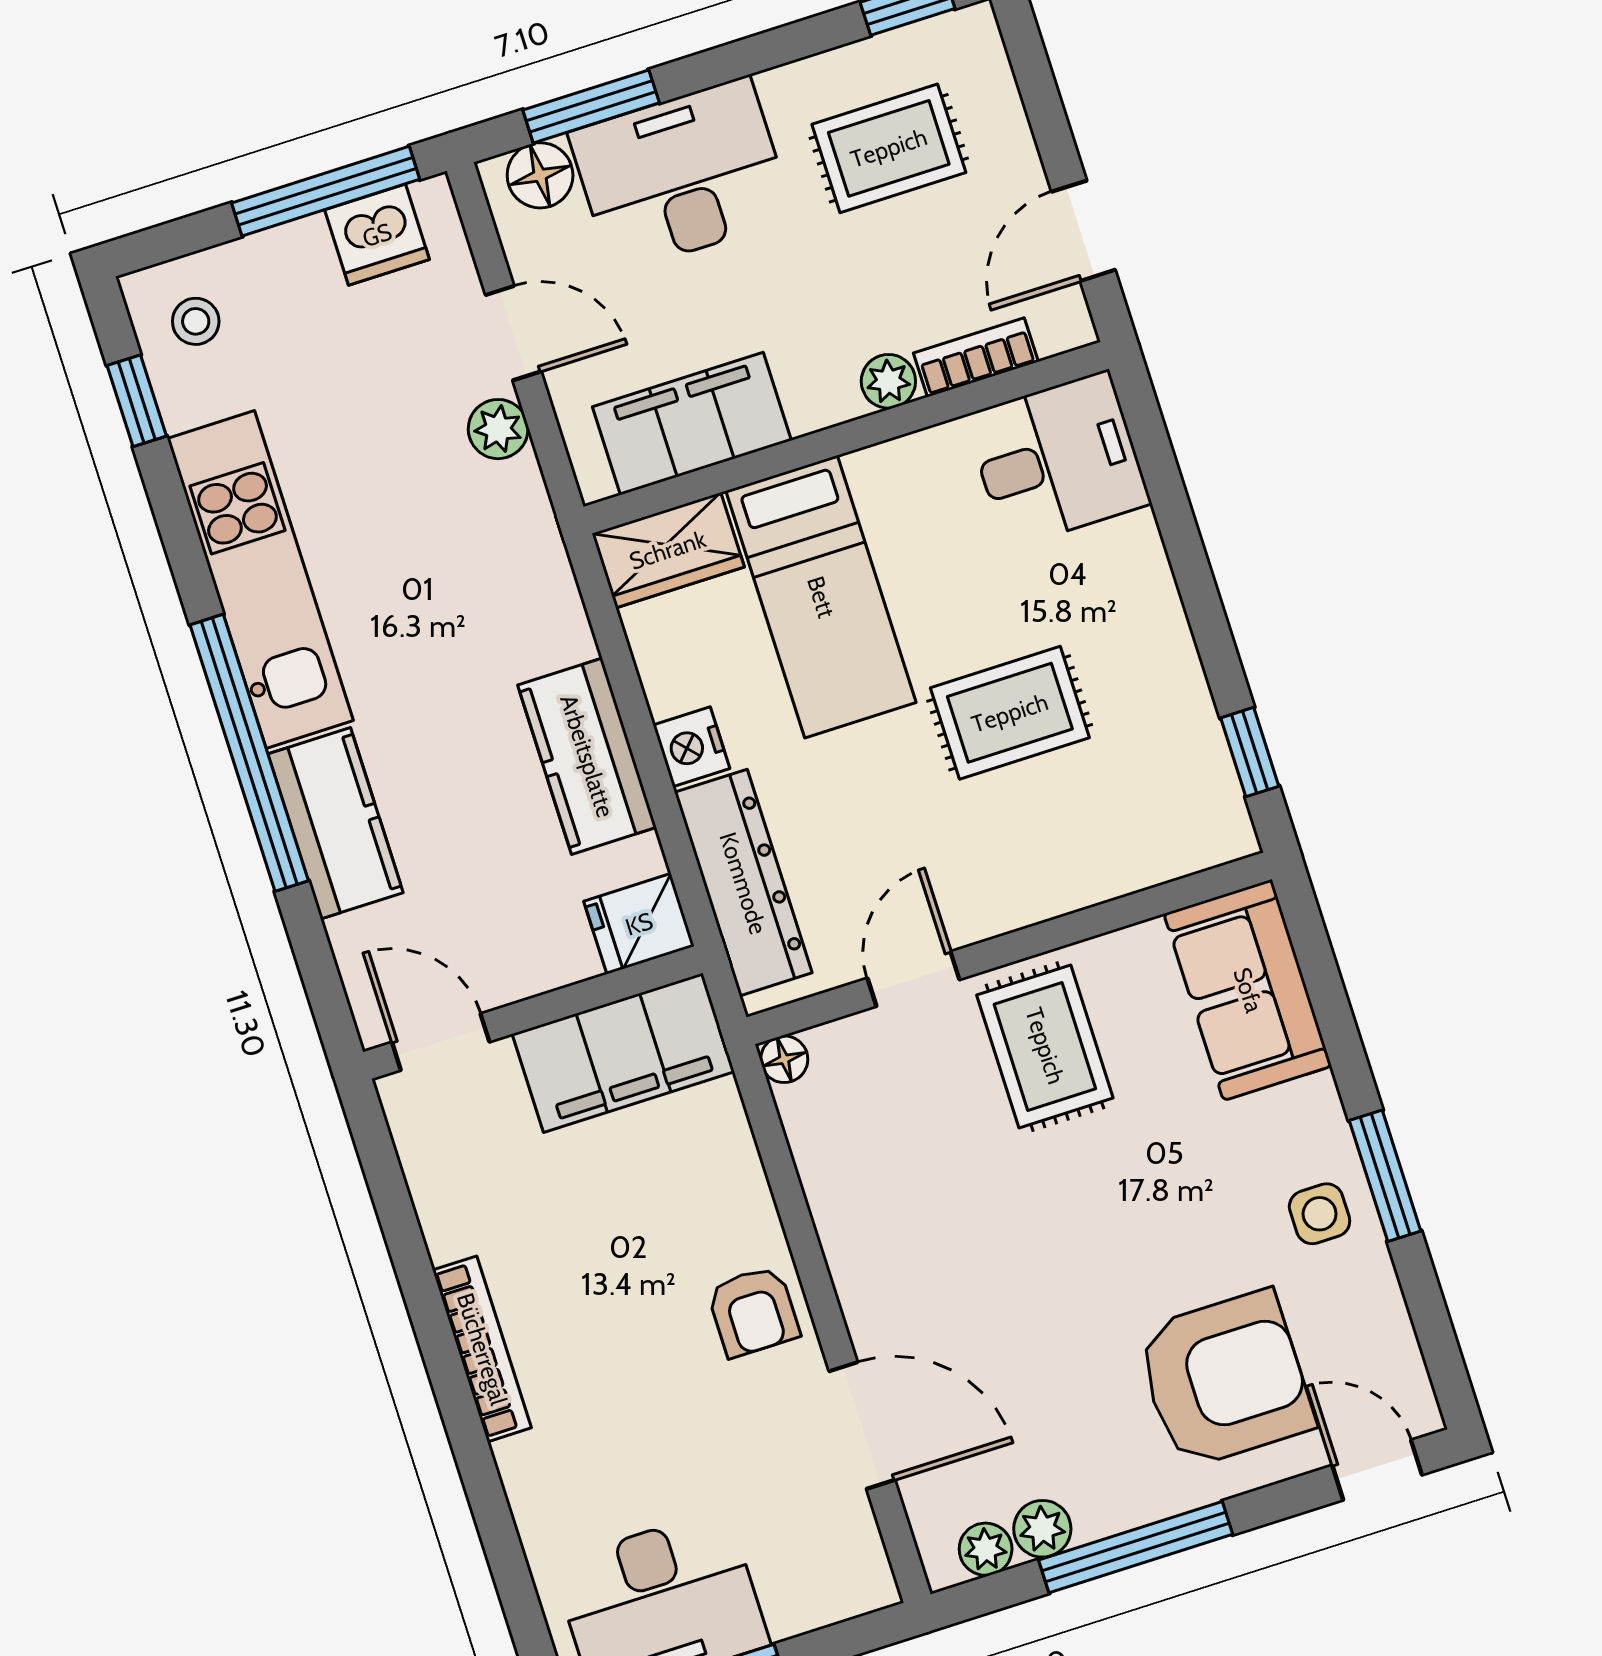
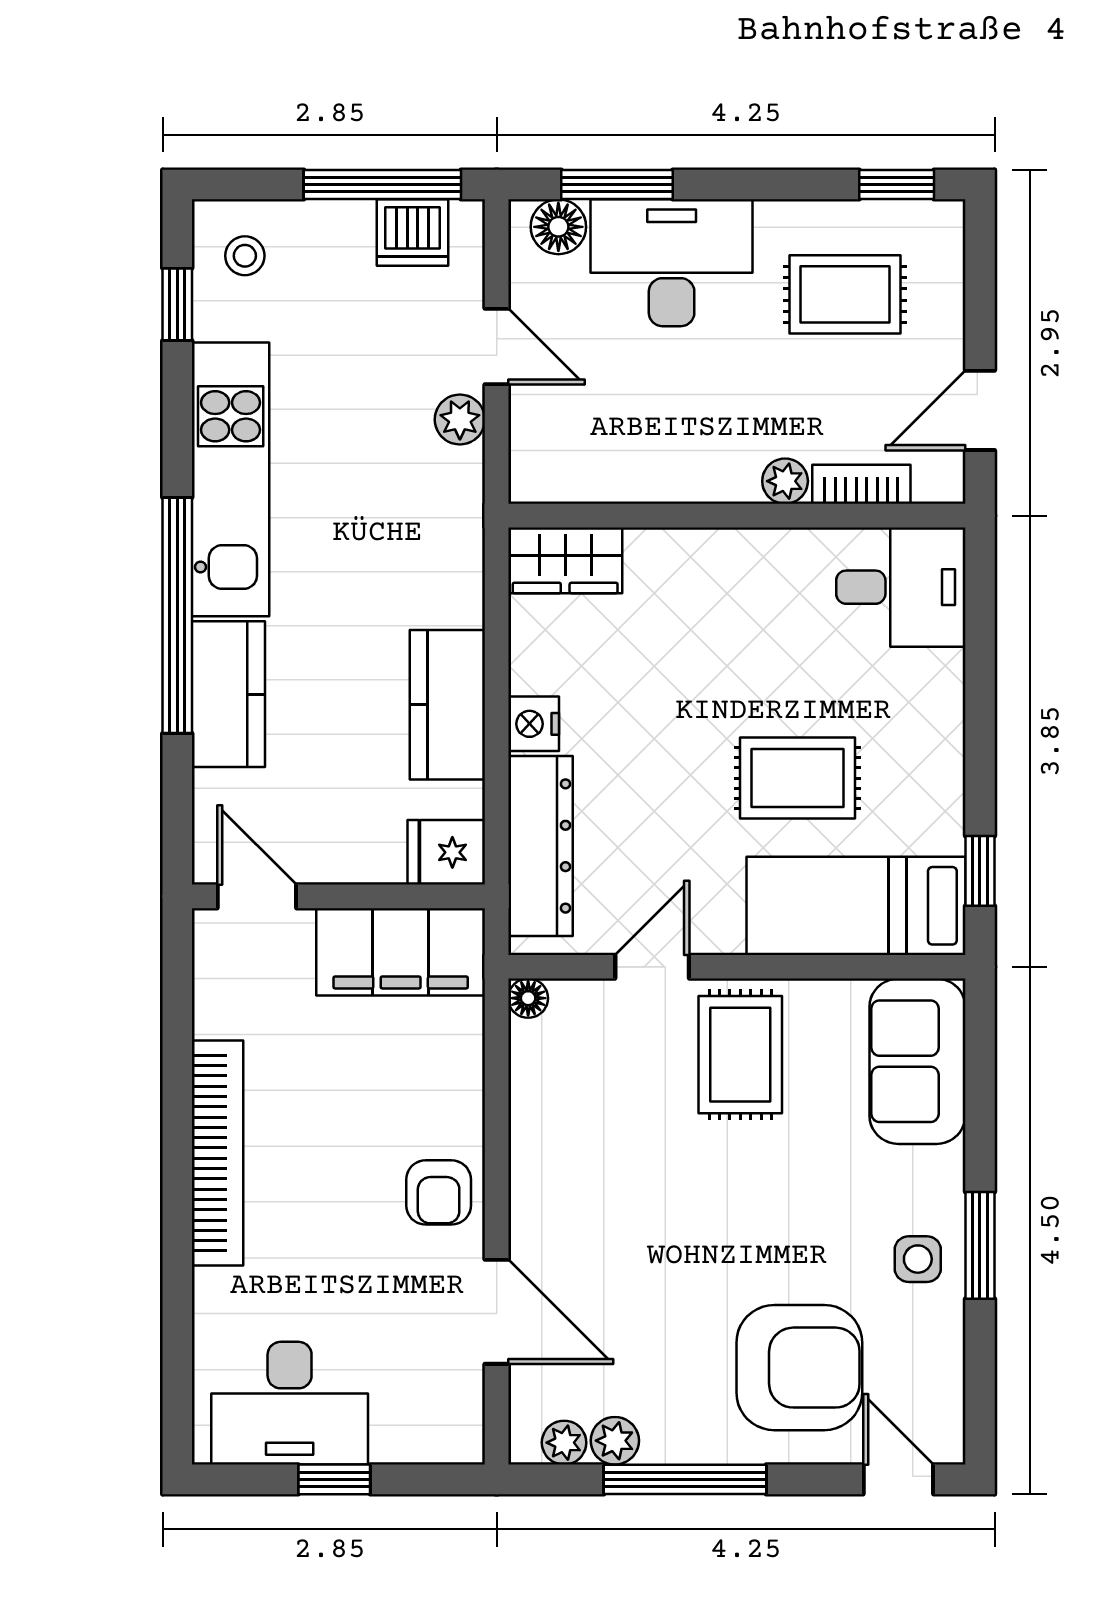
filing cabinet: (692, 424) -> (617, 465), removed
bed: (821, 597) -> (856, 906), moved, turned 90
bookcase: (482, 1349) -> (218, 1153), width x1.48, depth x1.31

